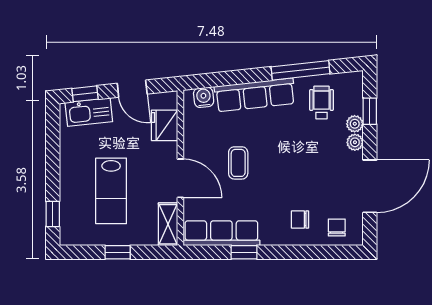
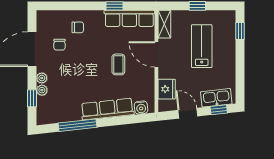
wheelchair: (322, 103) -> (64, 104), removed
chair: (337, 227) -> (59, 45), moved

